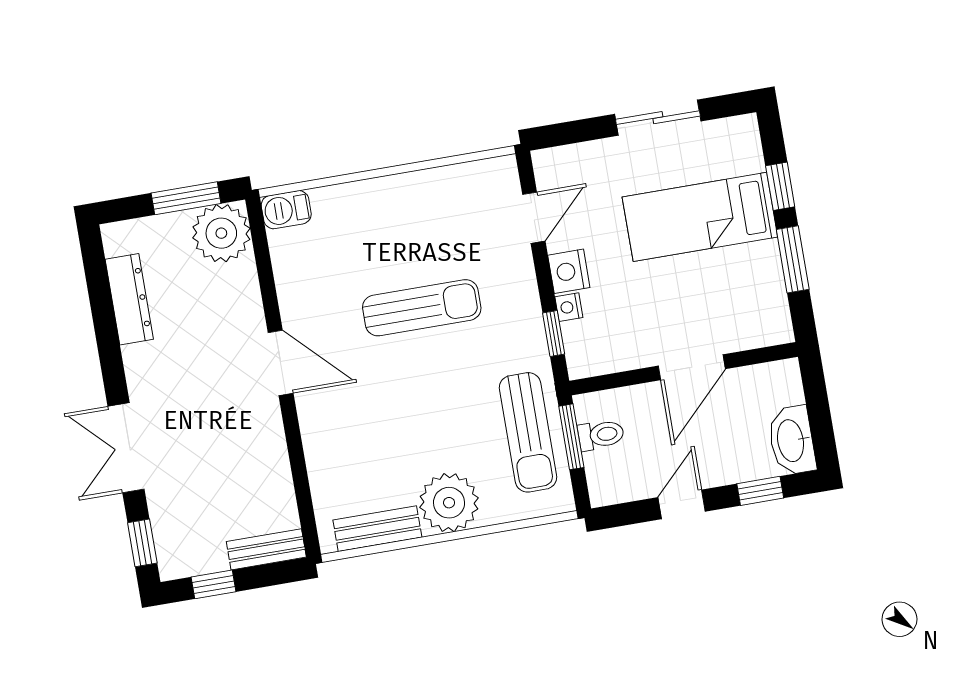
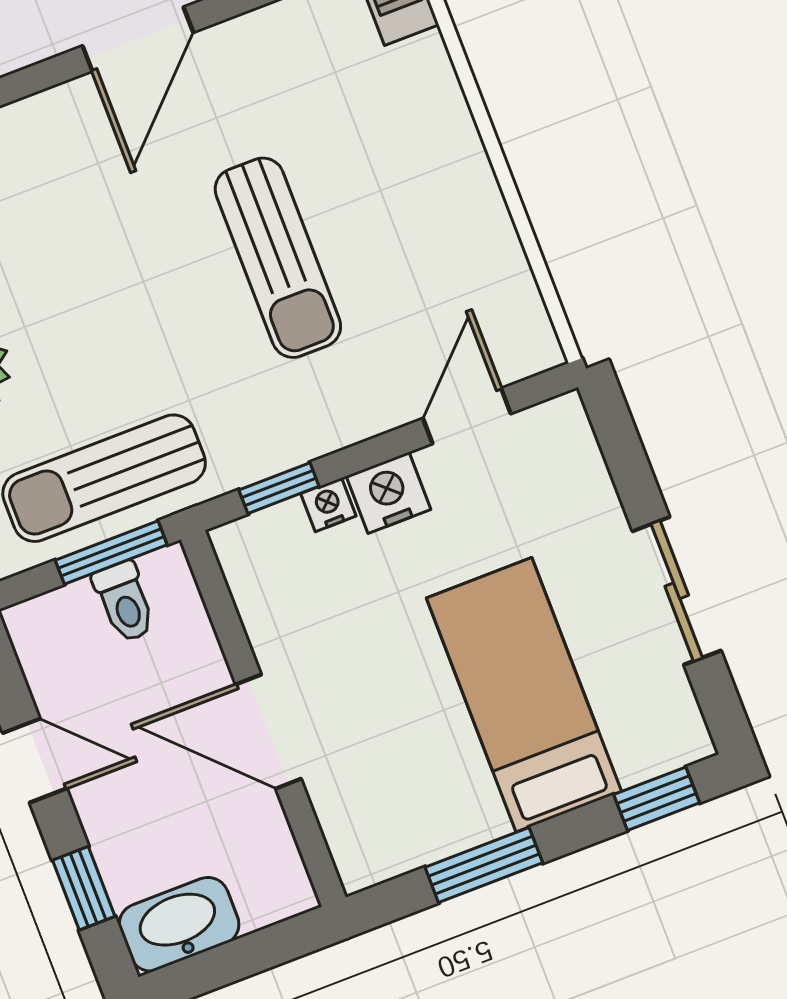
window: (780, 186) -> (657, 799), moved
door: (534, 218) -> (467, 416), swing flipped

